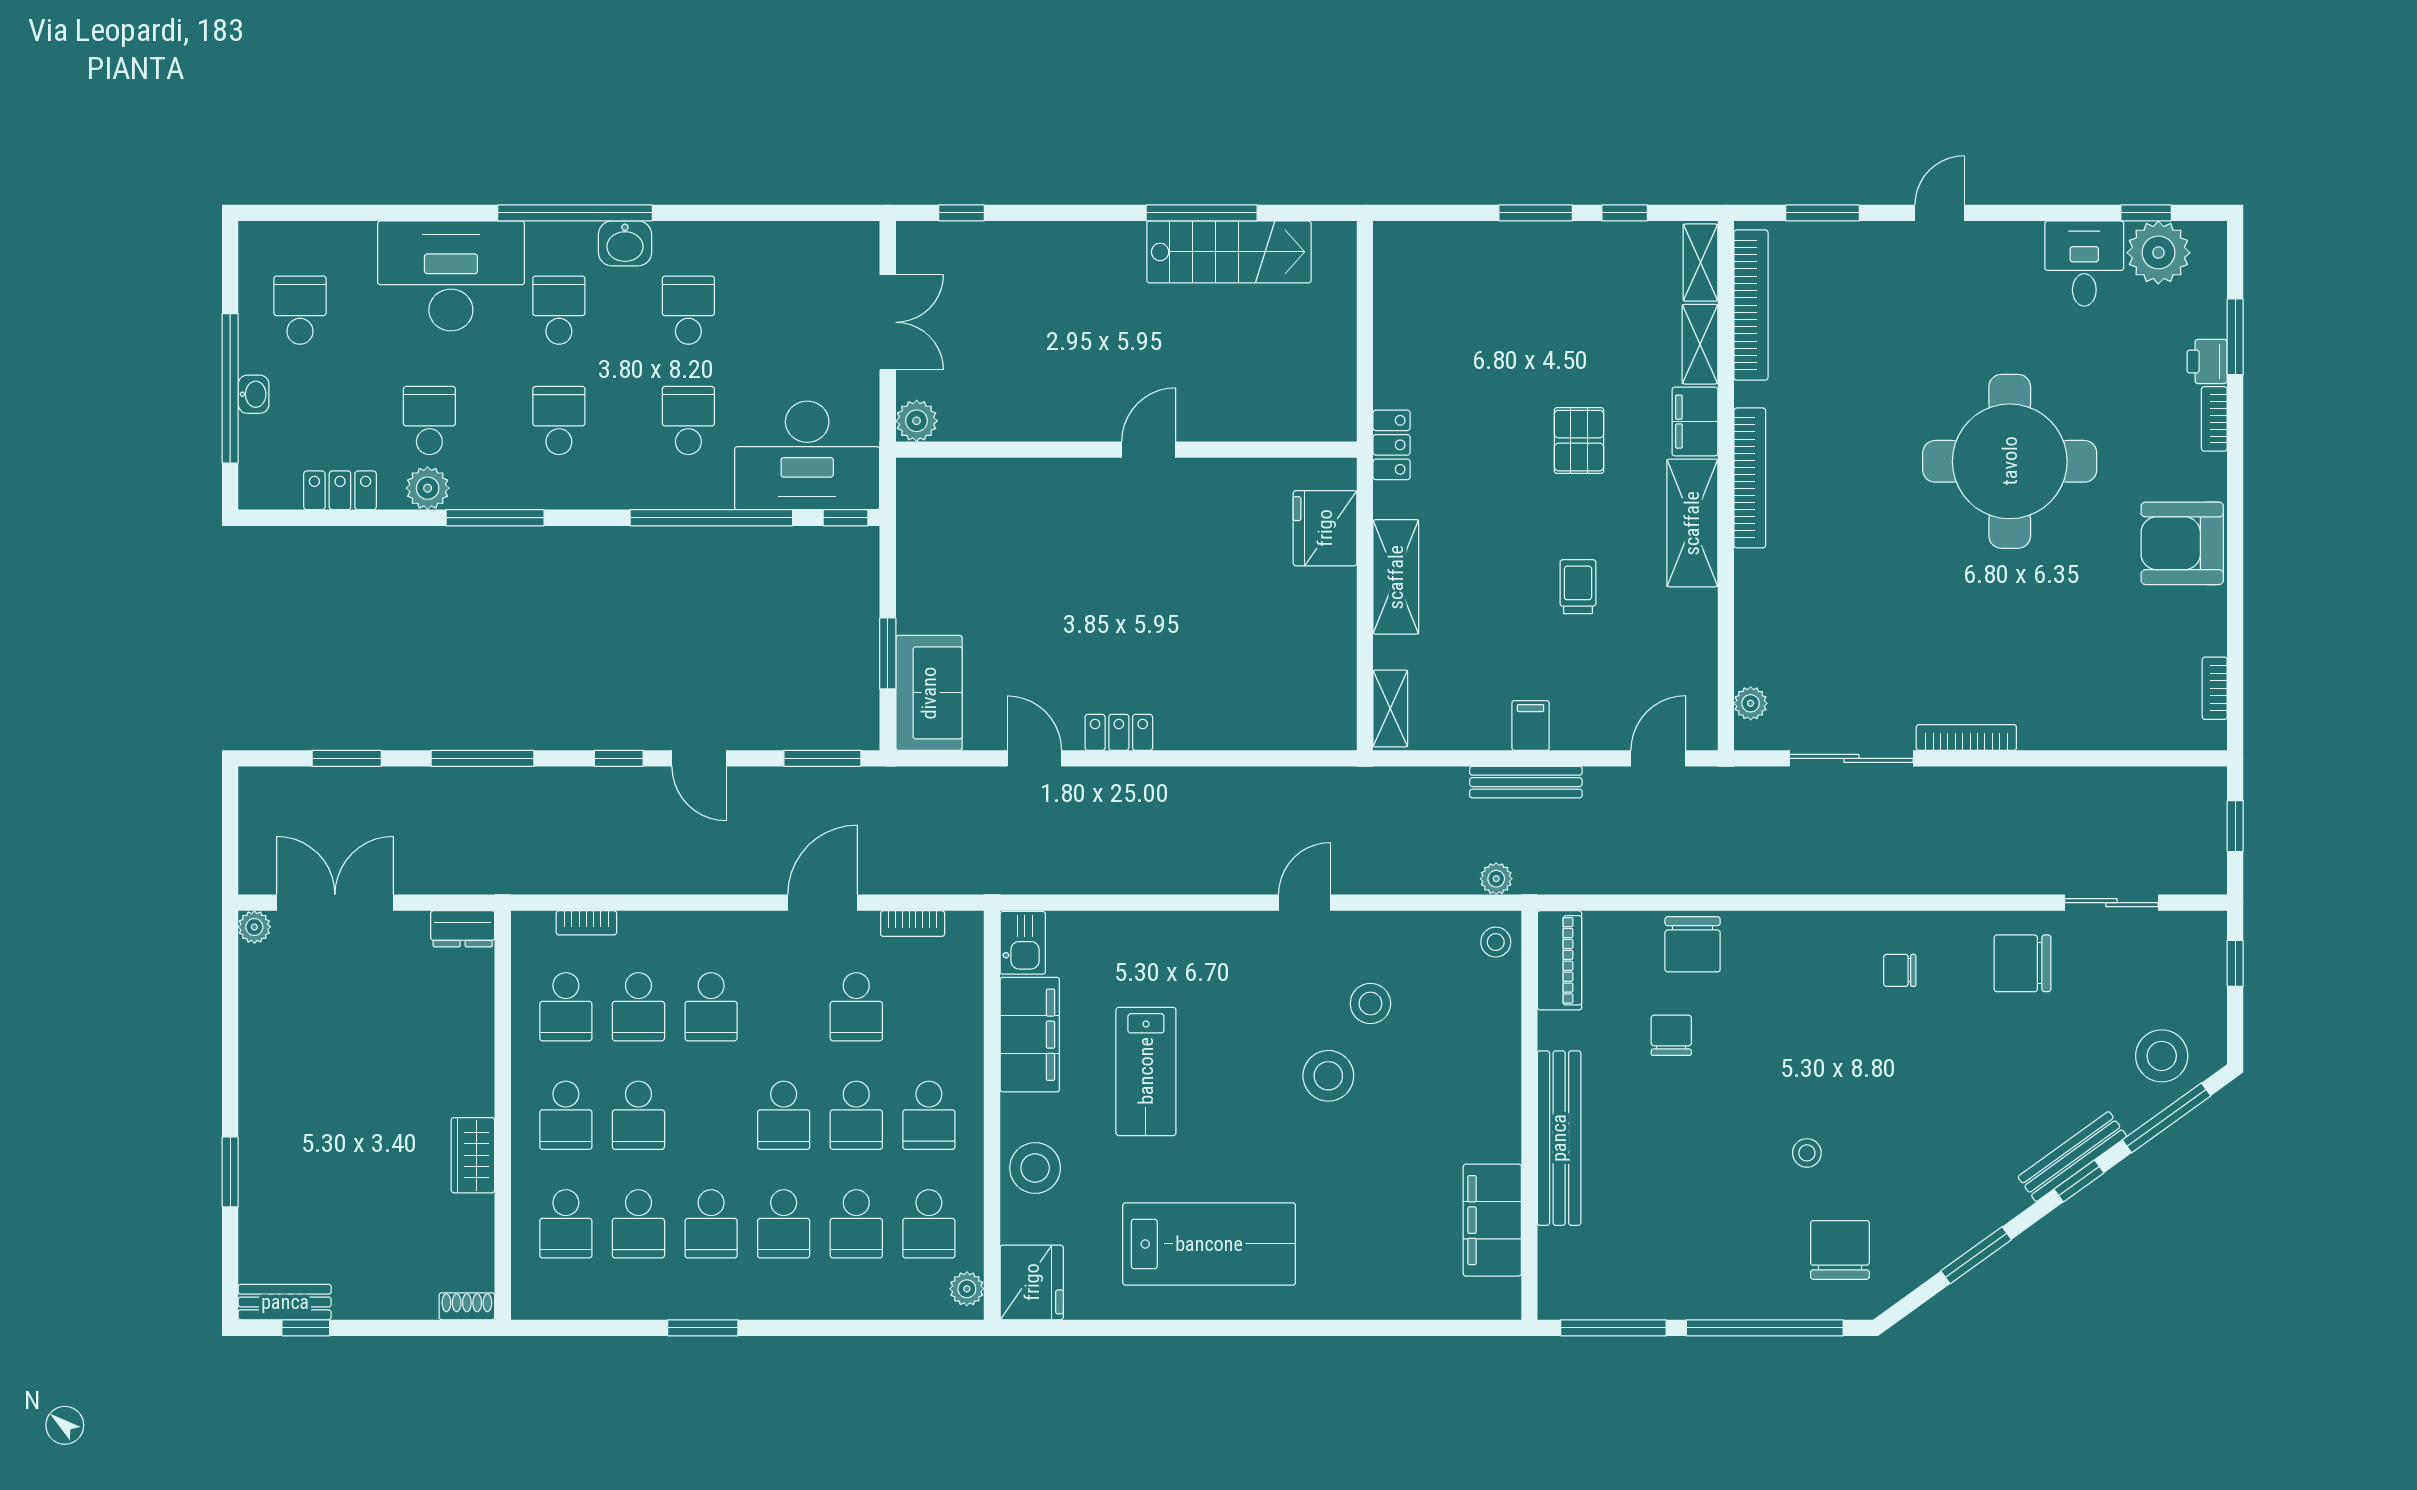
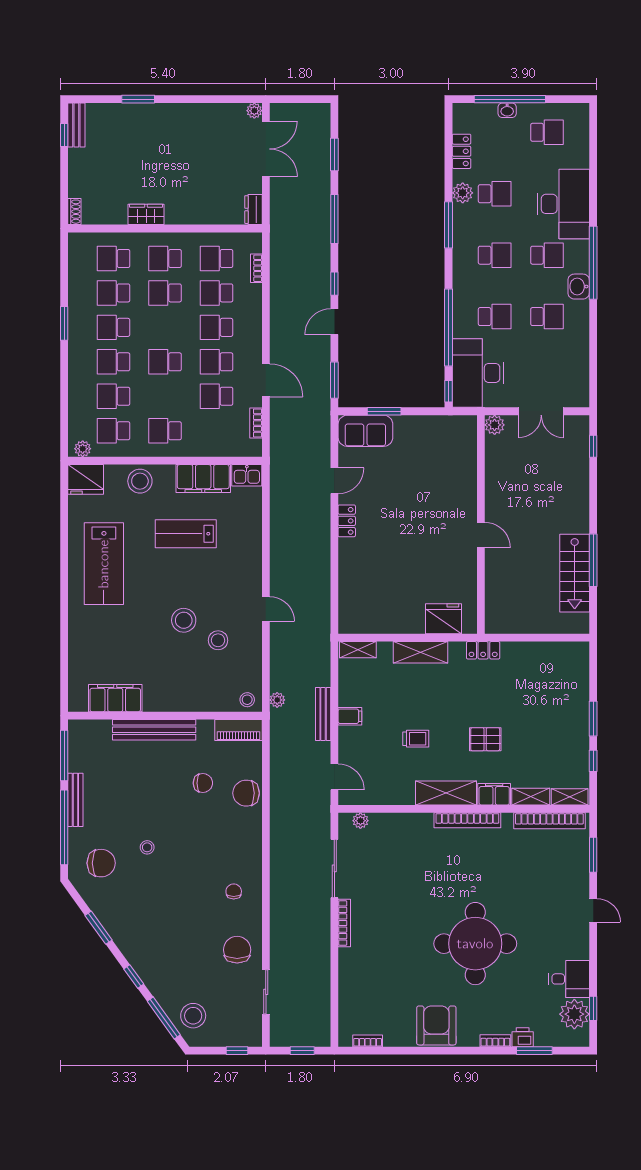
school desk: (856, 1115) -> (216, 362), moved
bench: (2072, 1156) -> (75, 800), moved, turned 36

